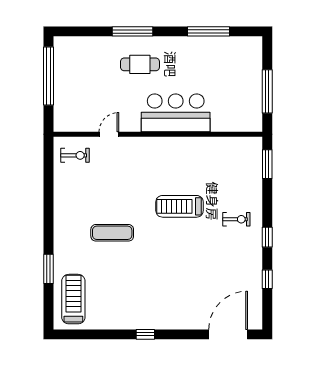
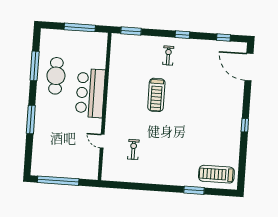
cafe table: (140, 64) -> (56, 76), moved, width x1.37, depth x1.35
exercise bike: (75, 155) -> (133, 149), moved
exercise mat: (112, 233) -> (172, 144), removed
window: (267, 279) -> (224, 38), moved

